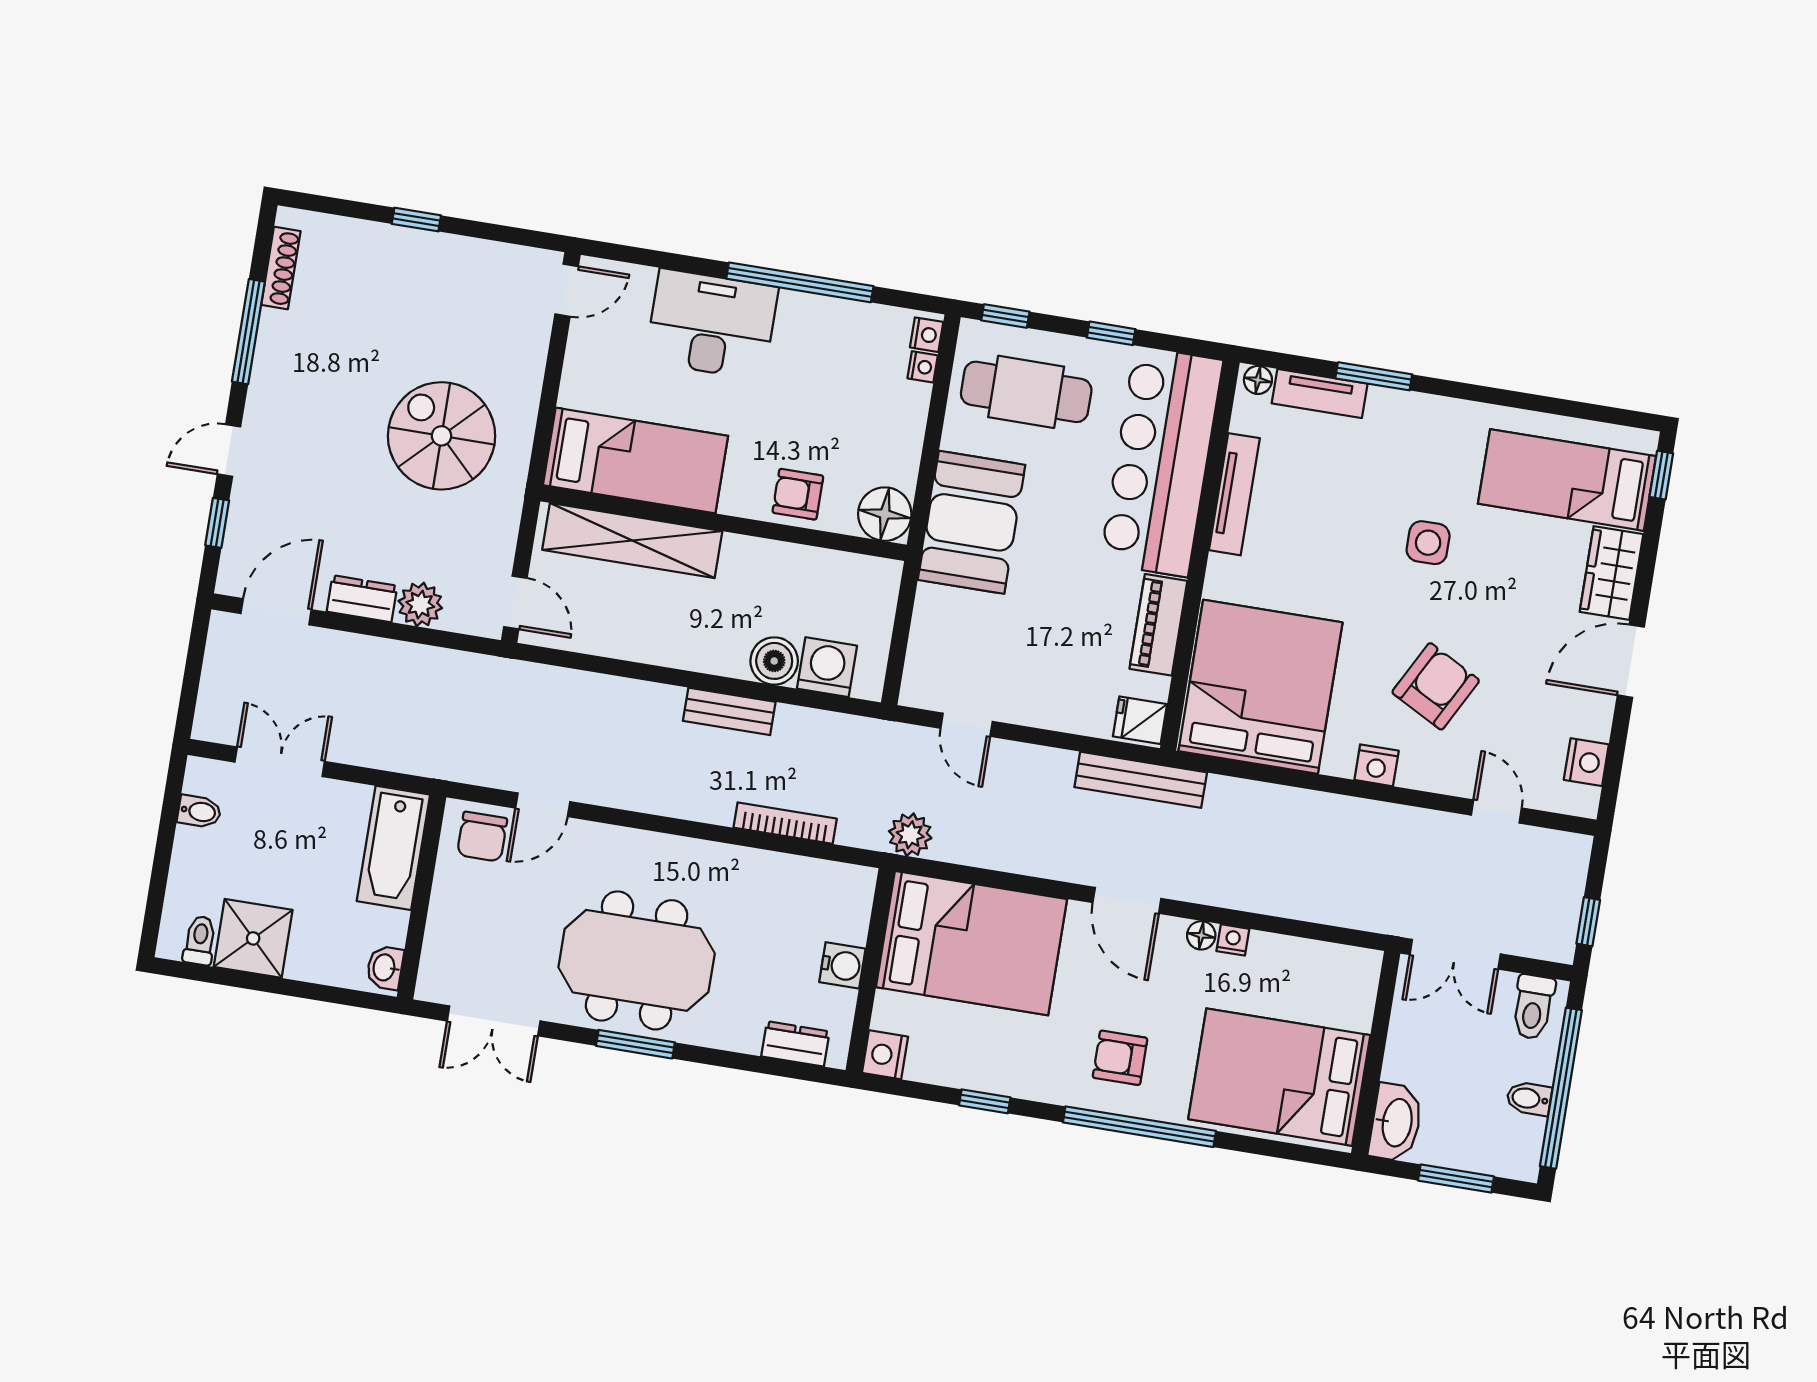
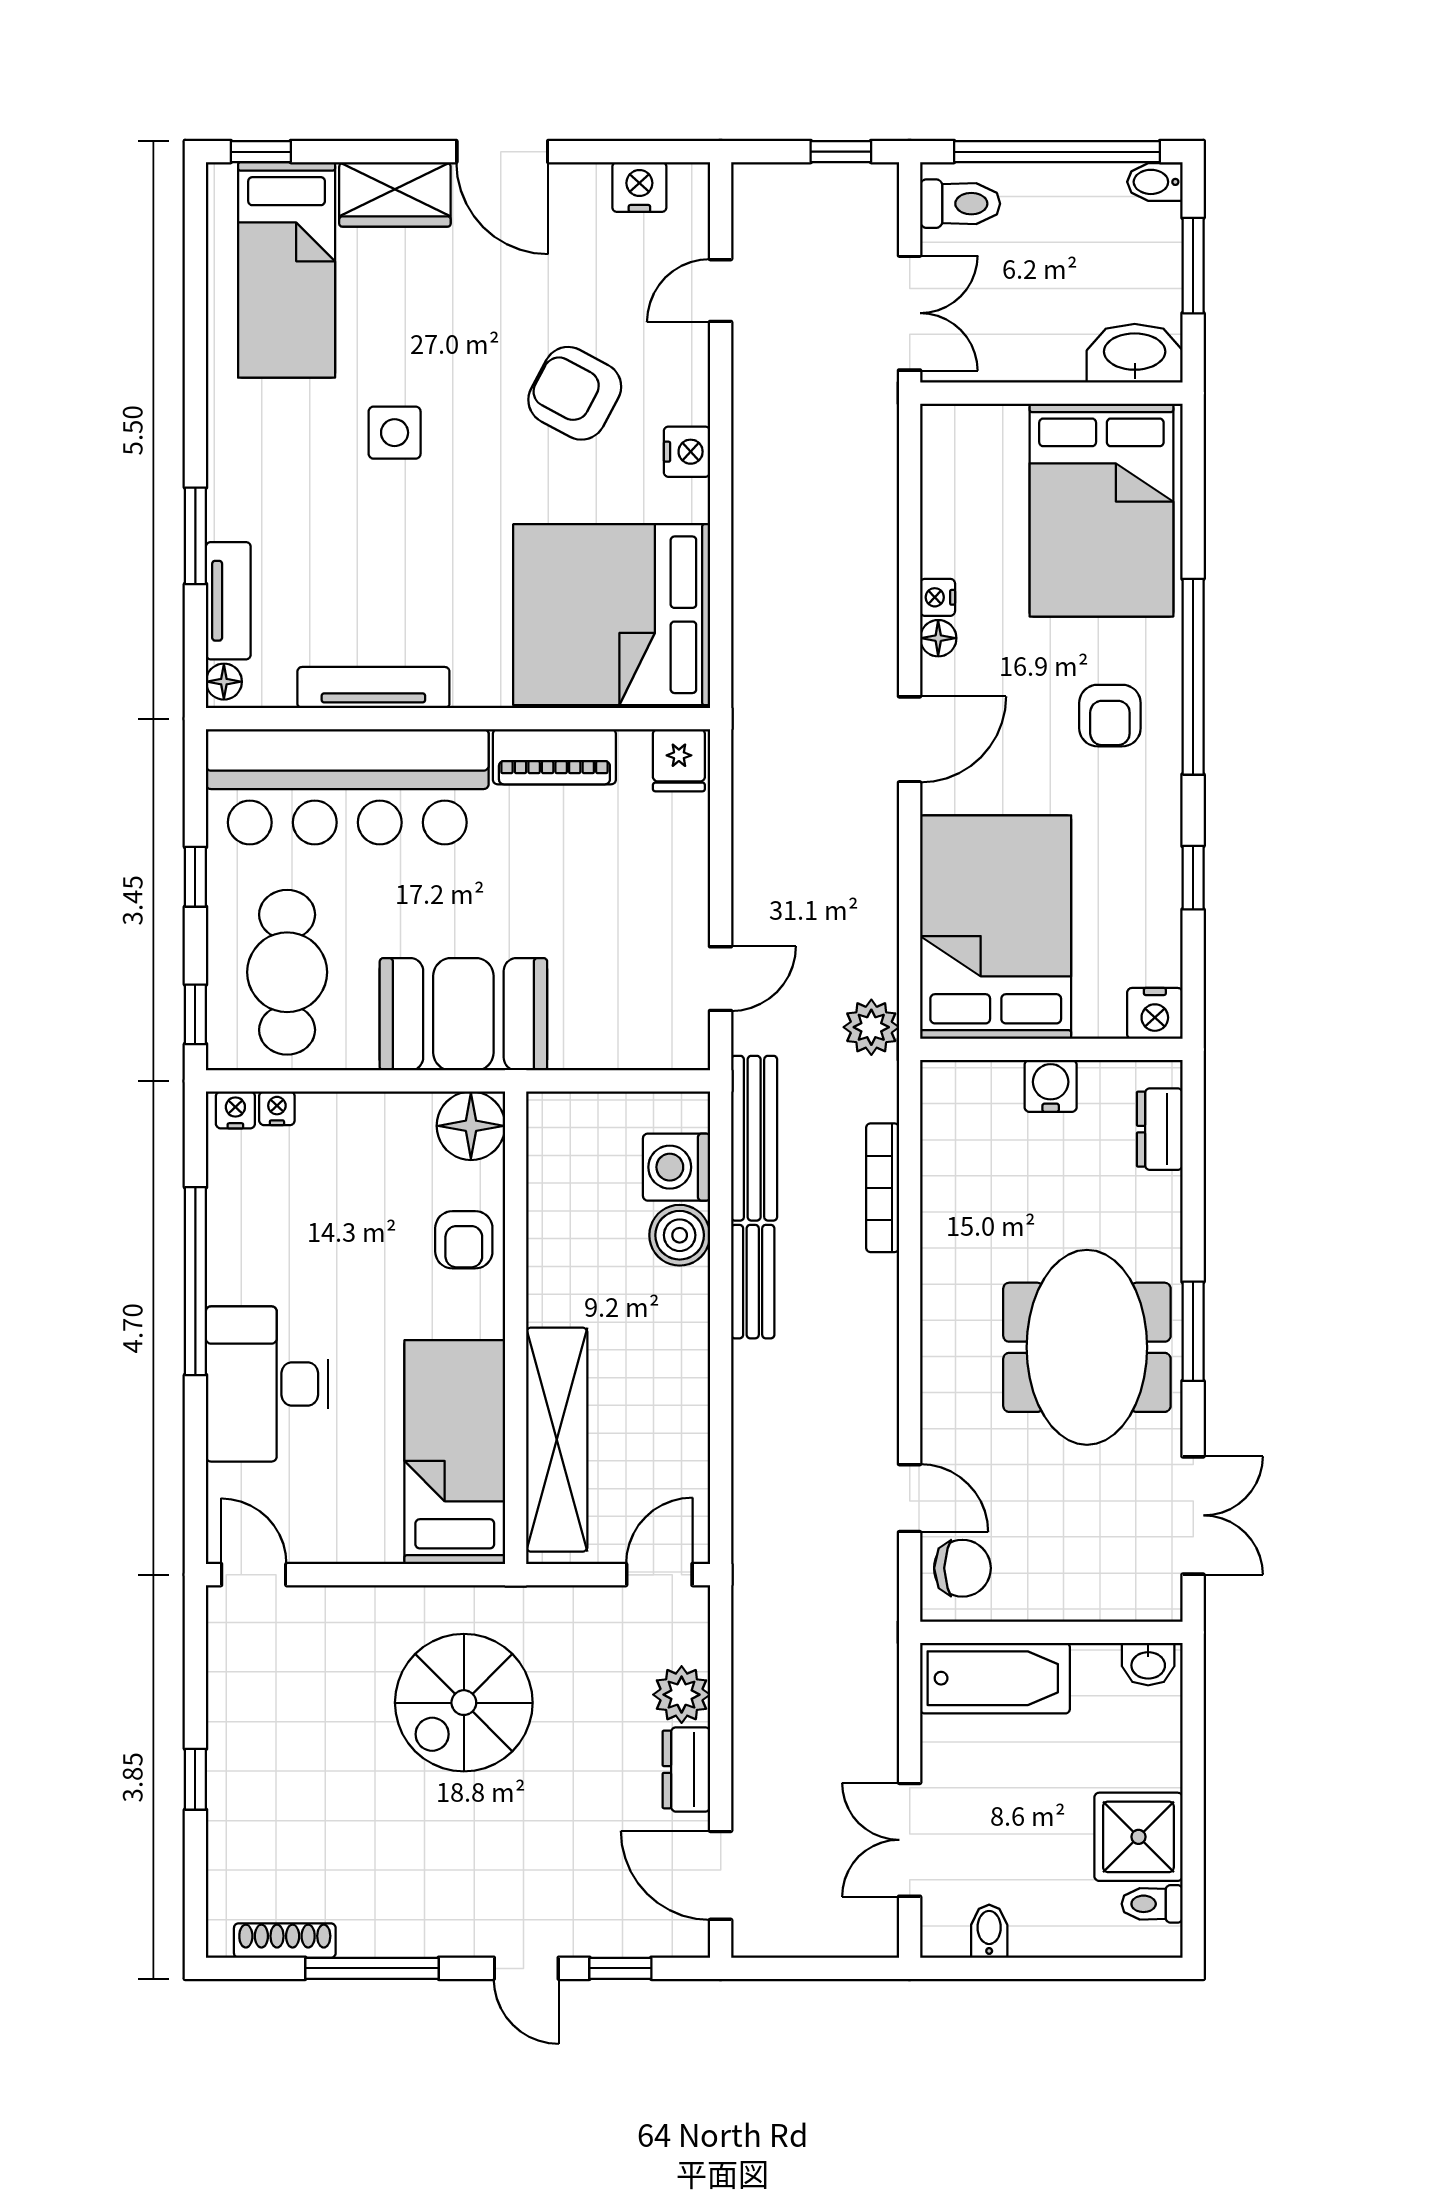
bench: (1141, 780) -> (754, 1138), moved
bidet: (1529, 1099) -> (1155, 182), moved, turned 90

